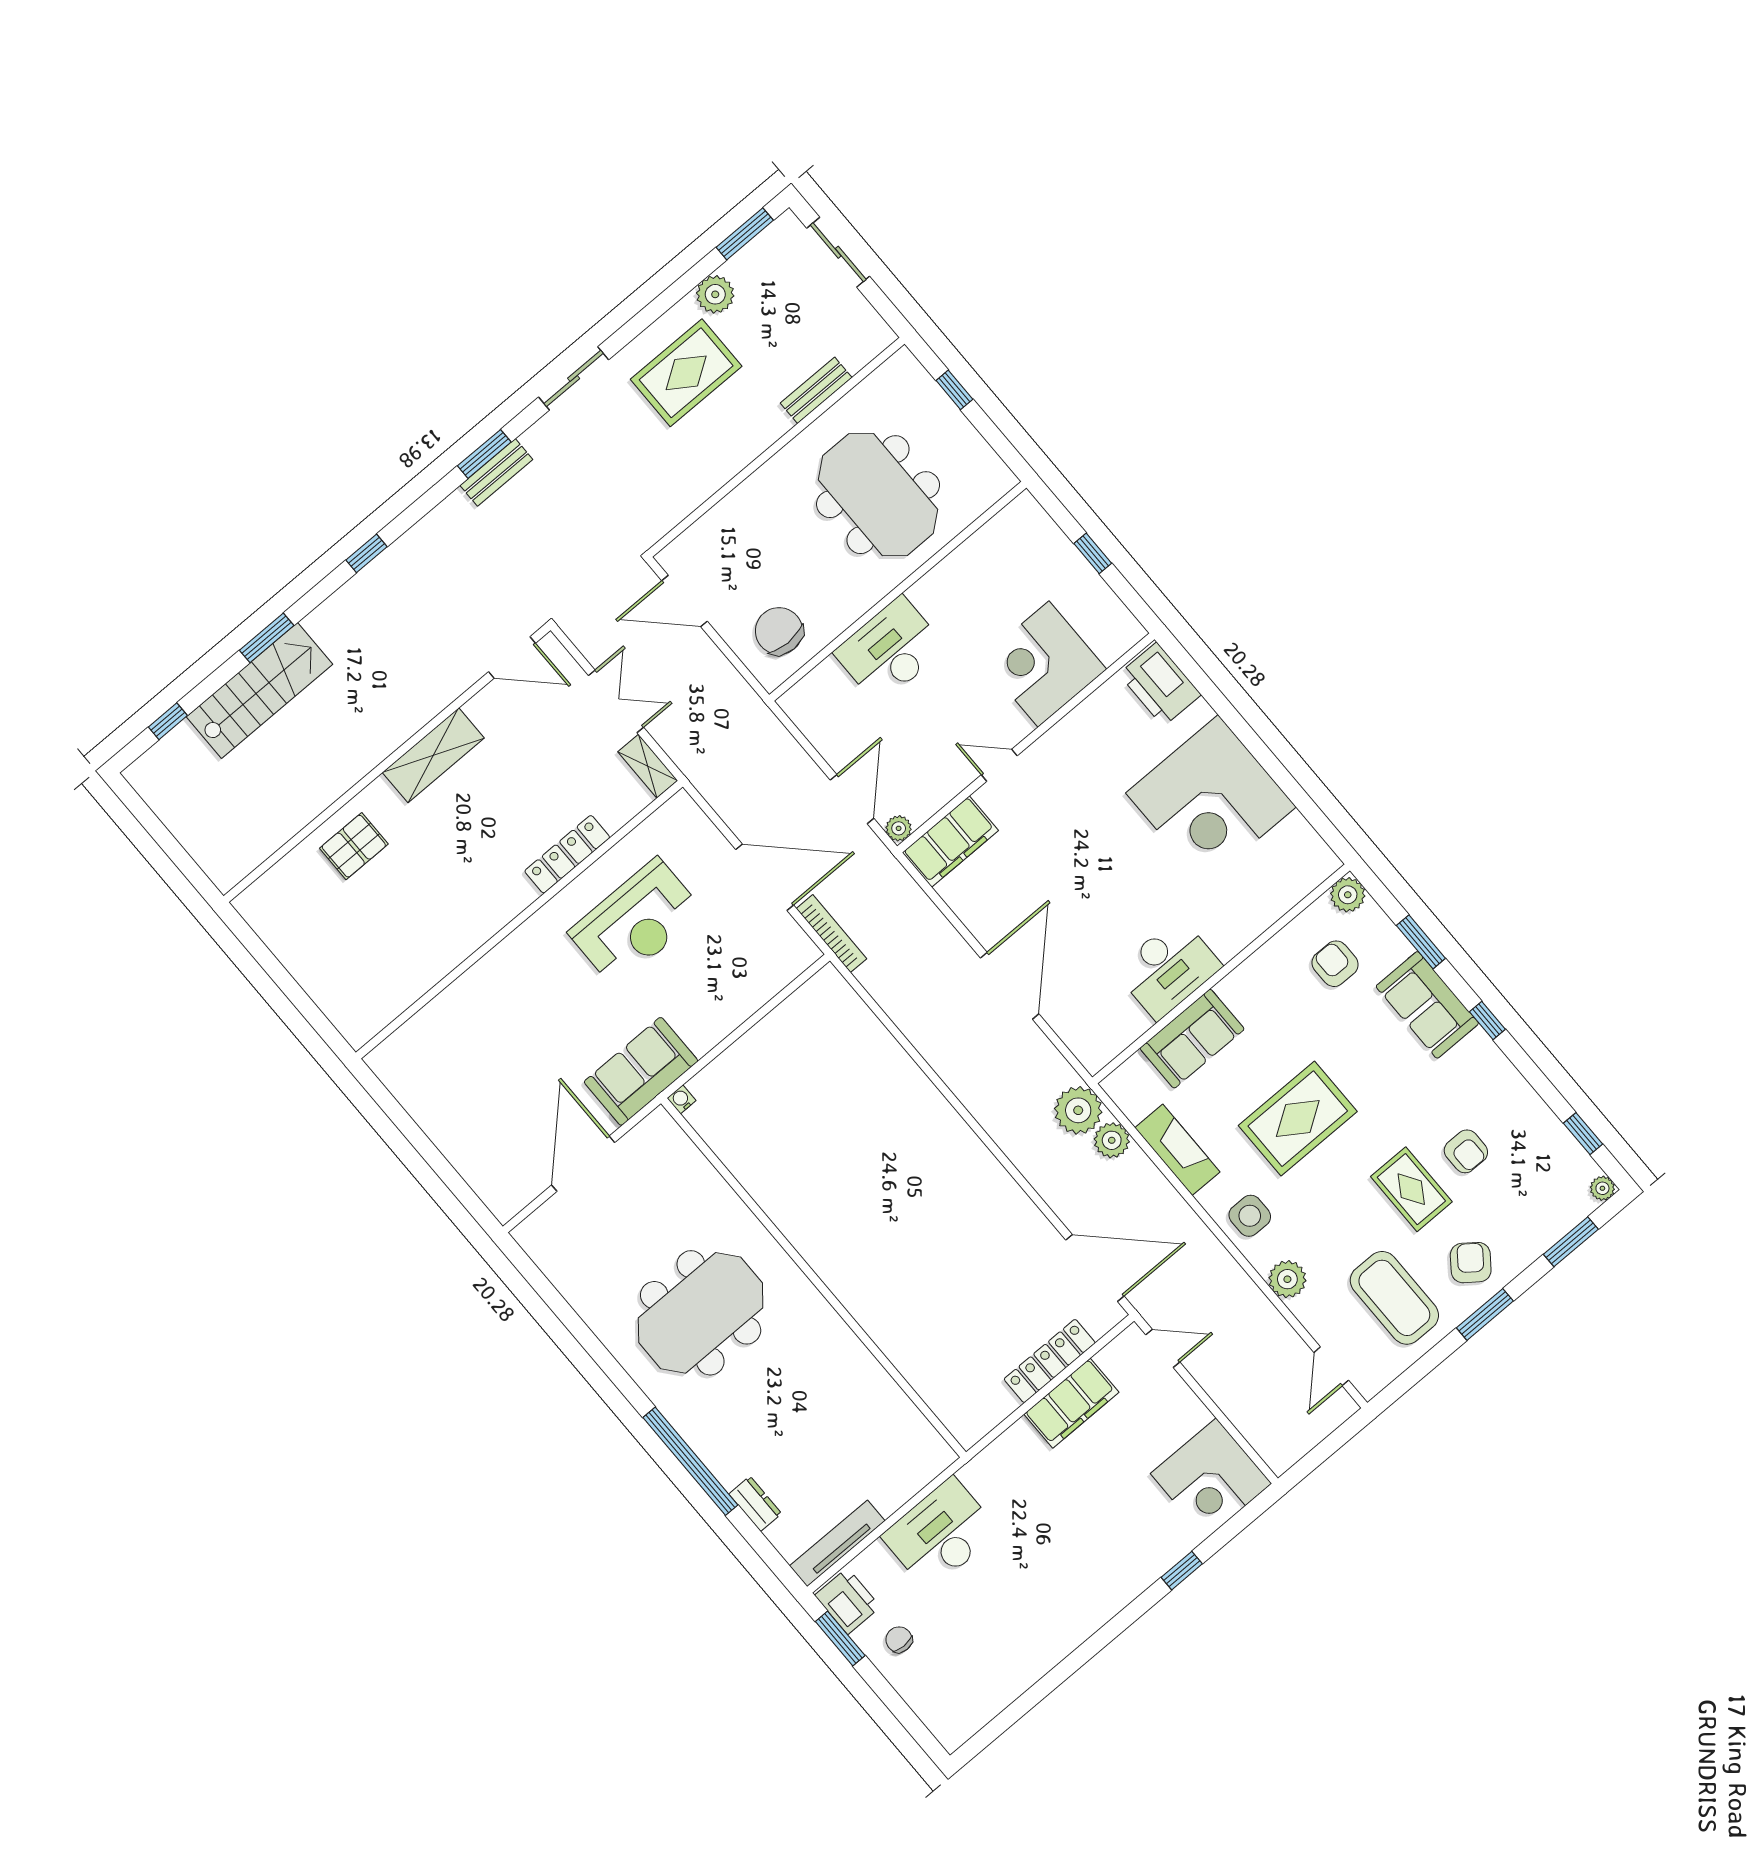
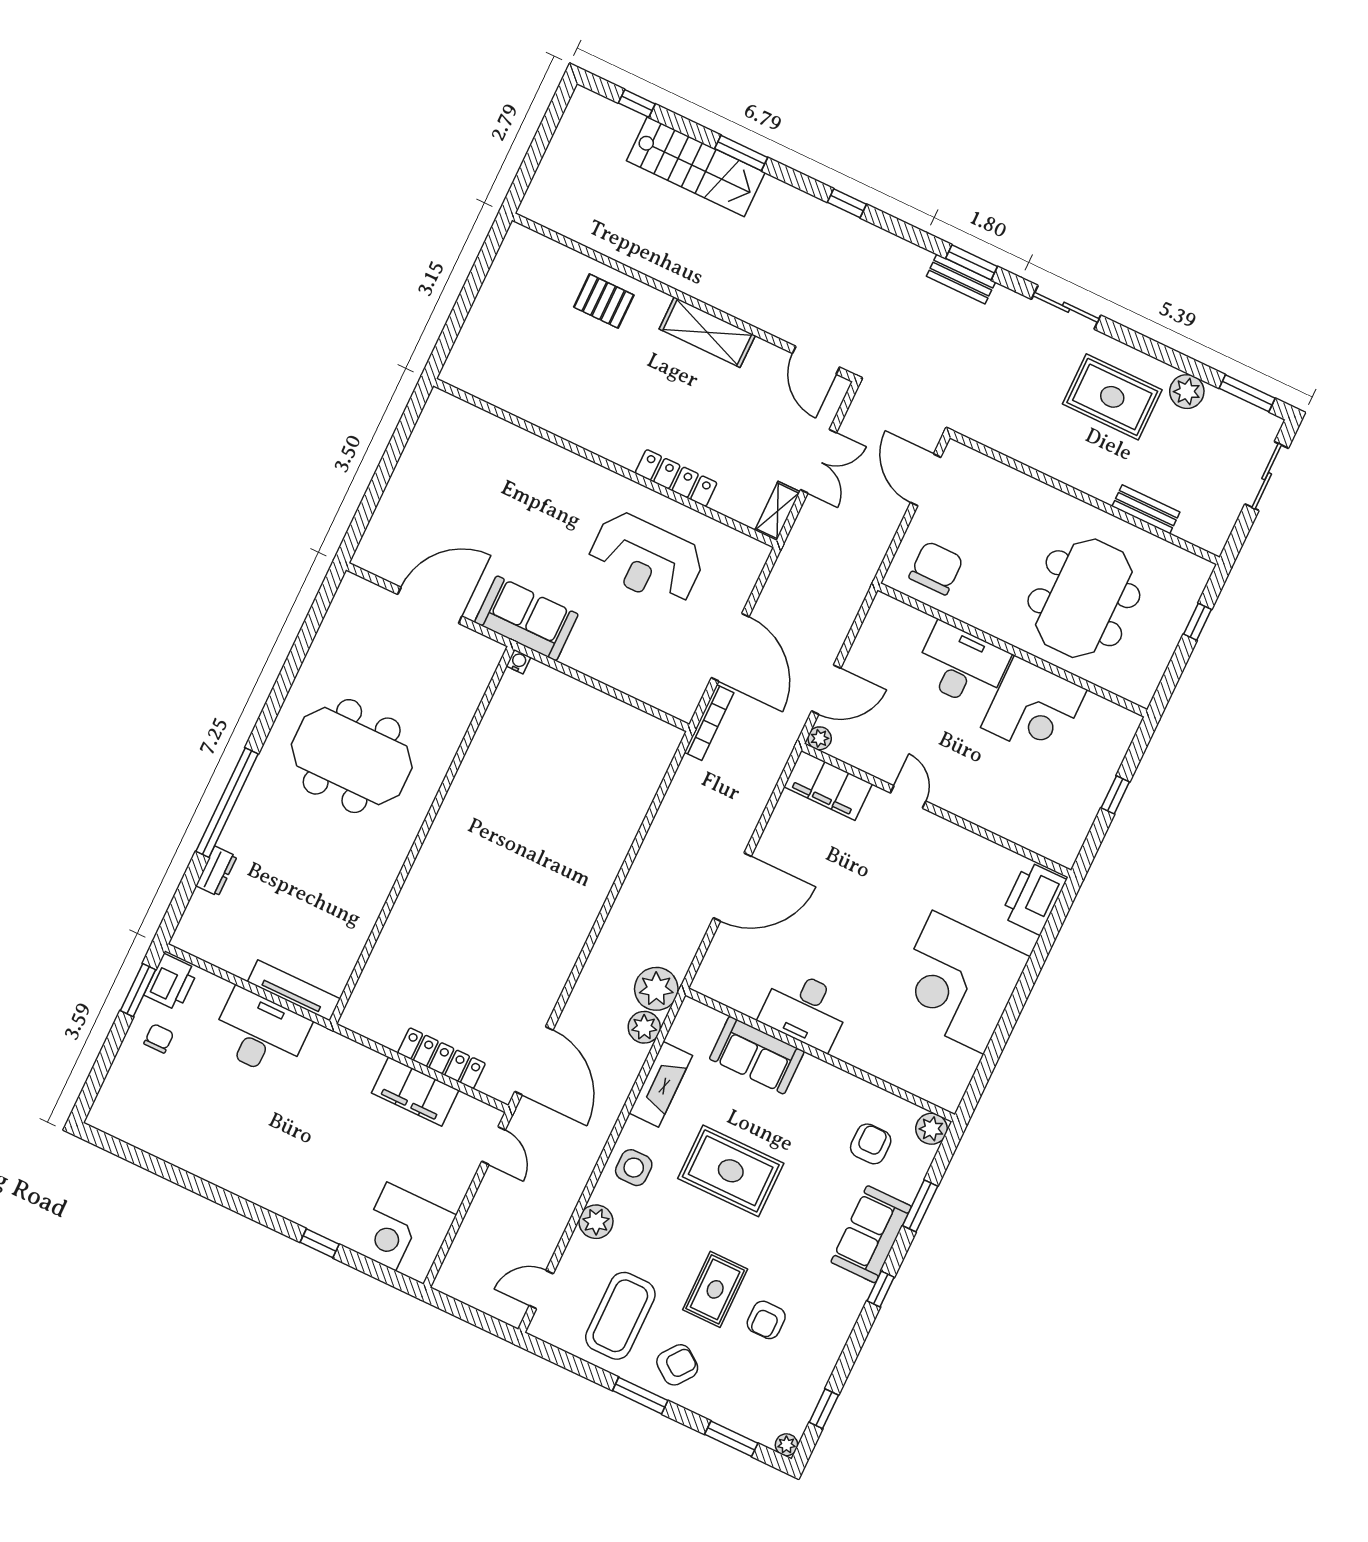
corner desk: (1043, 664) -> (1034, 708), moved, turned 180
tv unit: (837, 1543) -> (294, 990), moved

